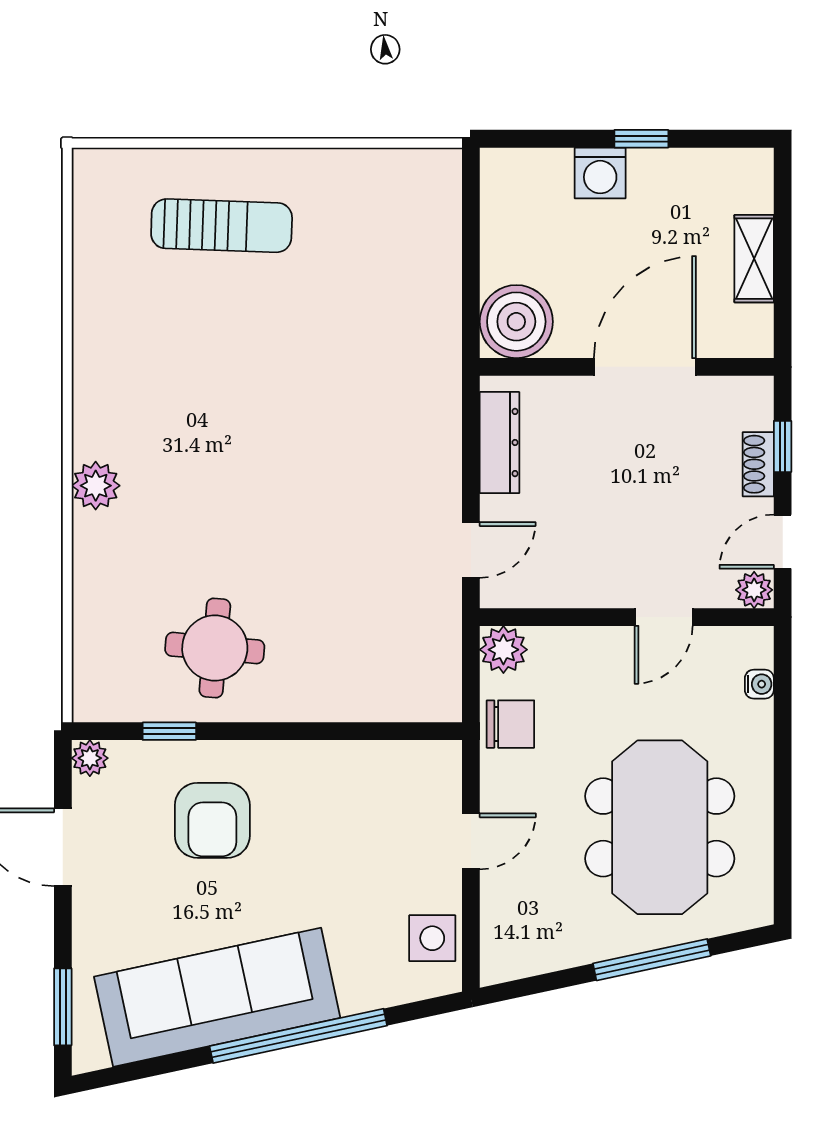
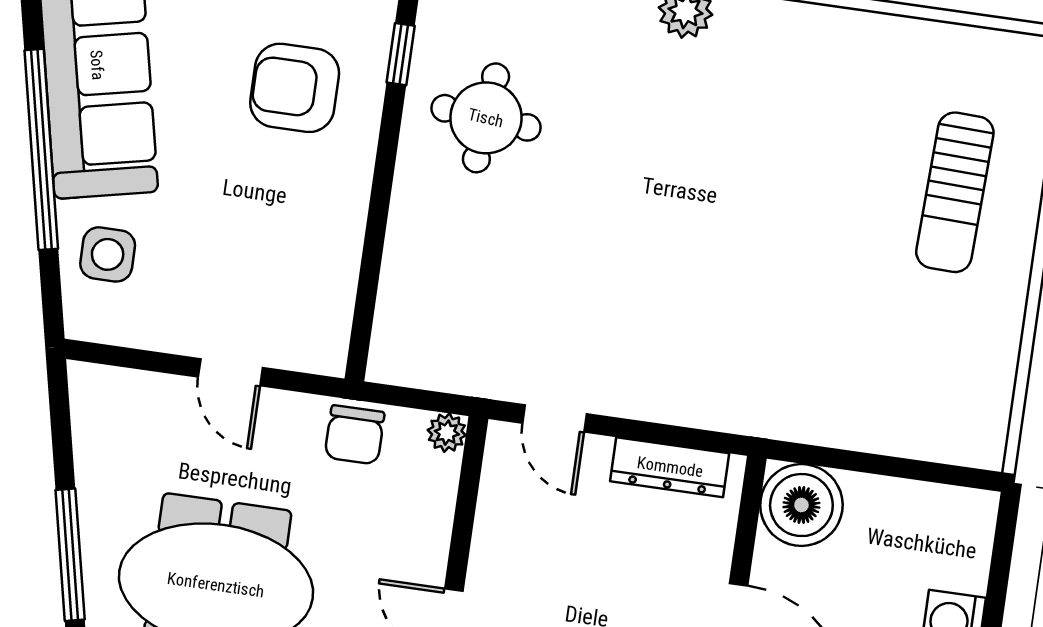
plant: (503, 650) -> (447, 433), width x0.73, depth x0.73
side table: (432, 938) -> (108, 254), moved

